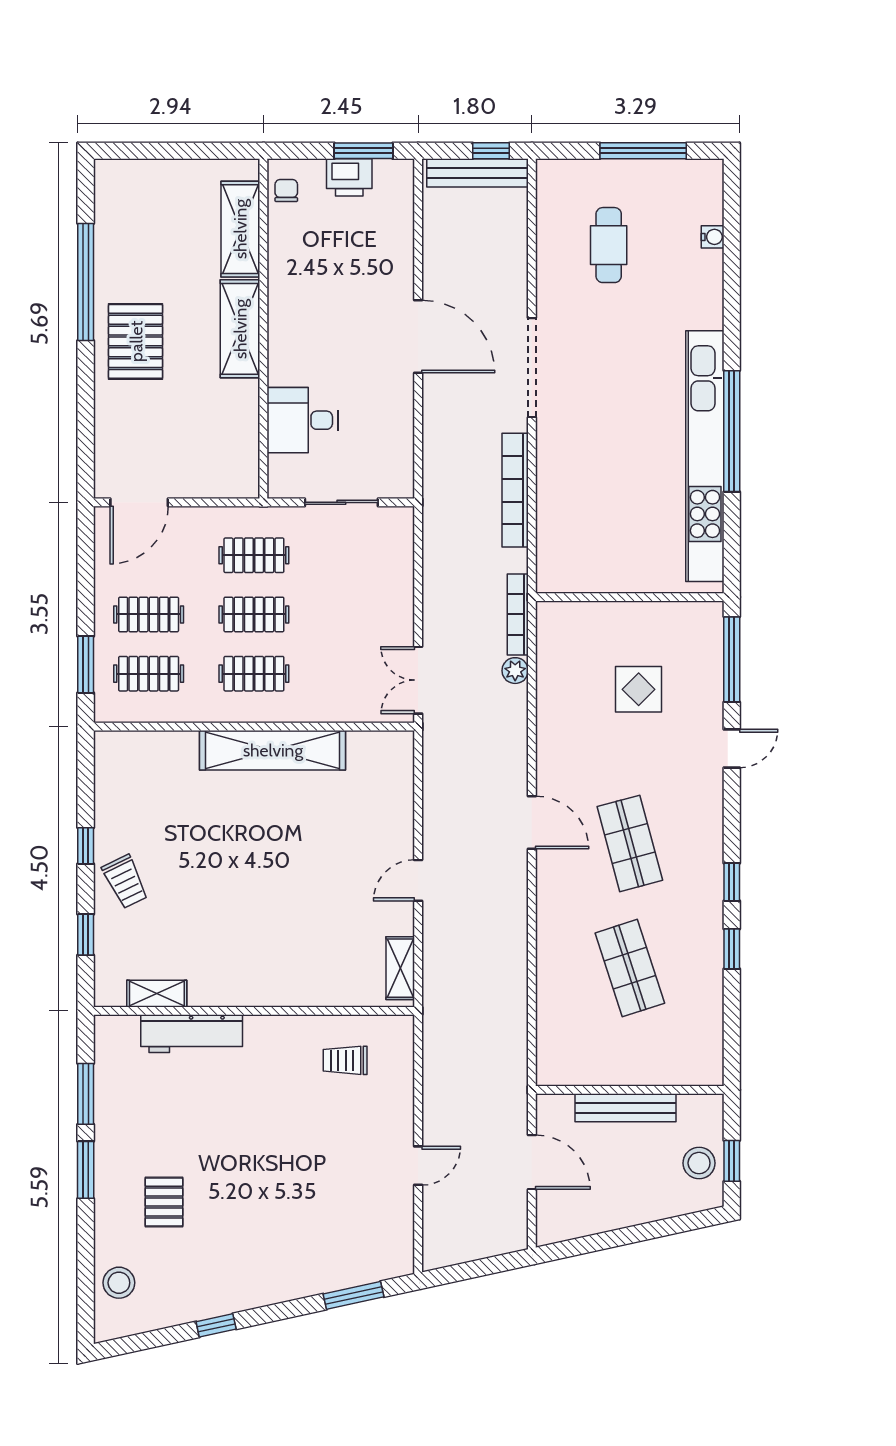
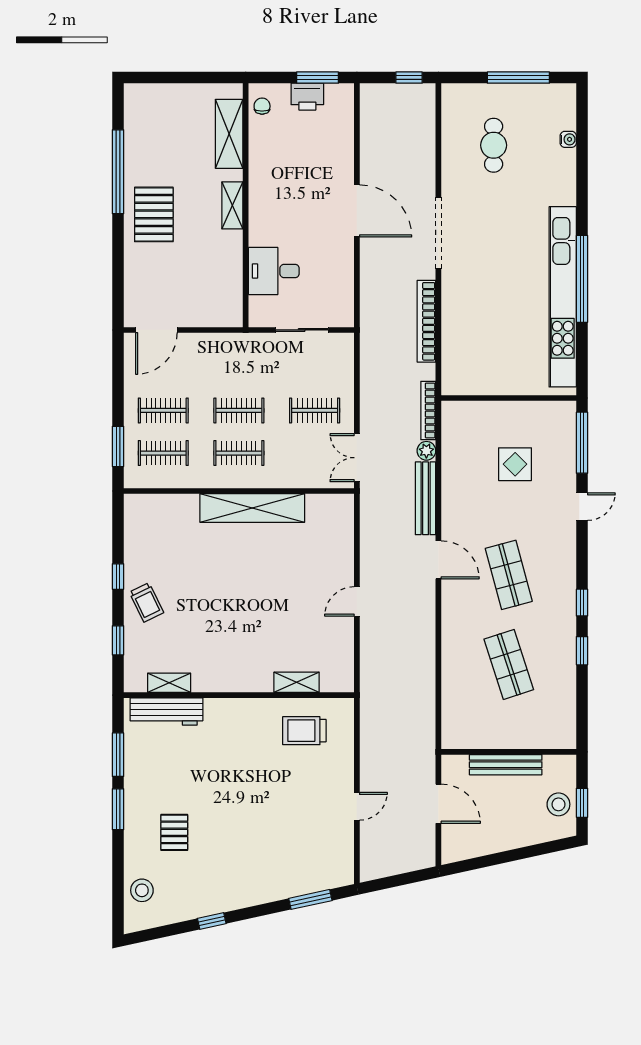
bench: (477, 173) -> (426, 498), moved, turned 90
shelving: (240, 329) -> (232, 205), width x0.67, depth x0.75
clothes rail: (254, 555) -> (315, 410), moved
shelving: (400, 968) -> (297, 682), moved, turned 90
workbench: (192, 1034) -> (166, 712), moved
trolley: (345, 1060) -> (304, 731), width x1.36, depth x1.39

